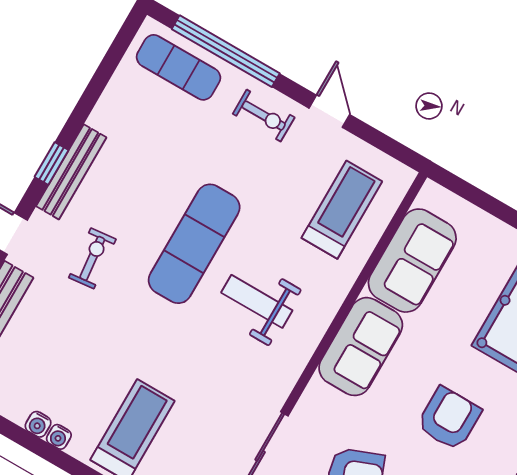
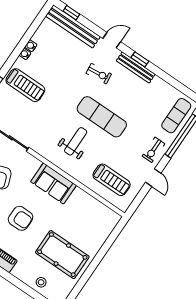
door: (329, 111) -> (153, 178), hinge flipped
sofa: (412, 261) -> (88, 208), removed

